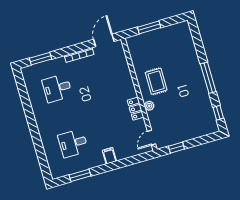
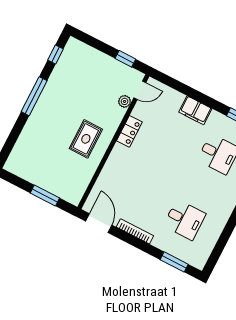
door: (104, 40) -> (99, 223), swing flipped
plant: (149, 106) -> (125, 101), moved
filing cabinet: (109, 156) -> (195, 110), width x2.00

